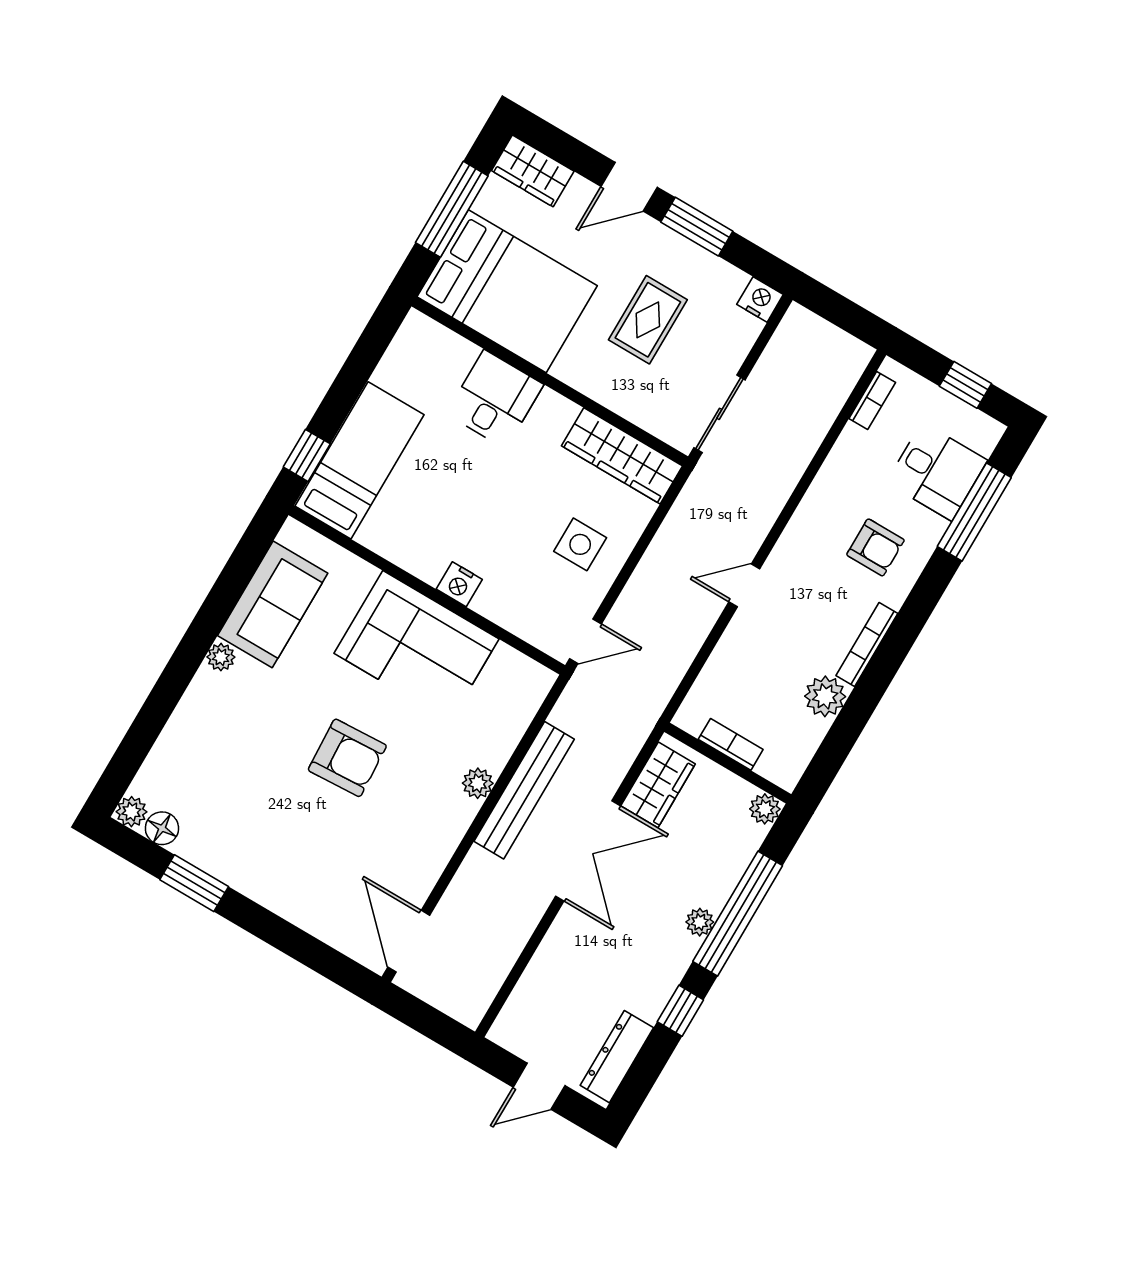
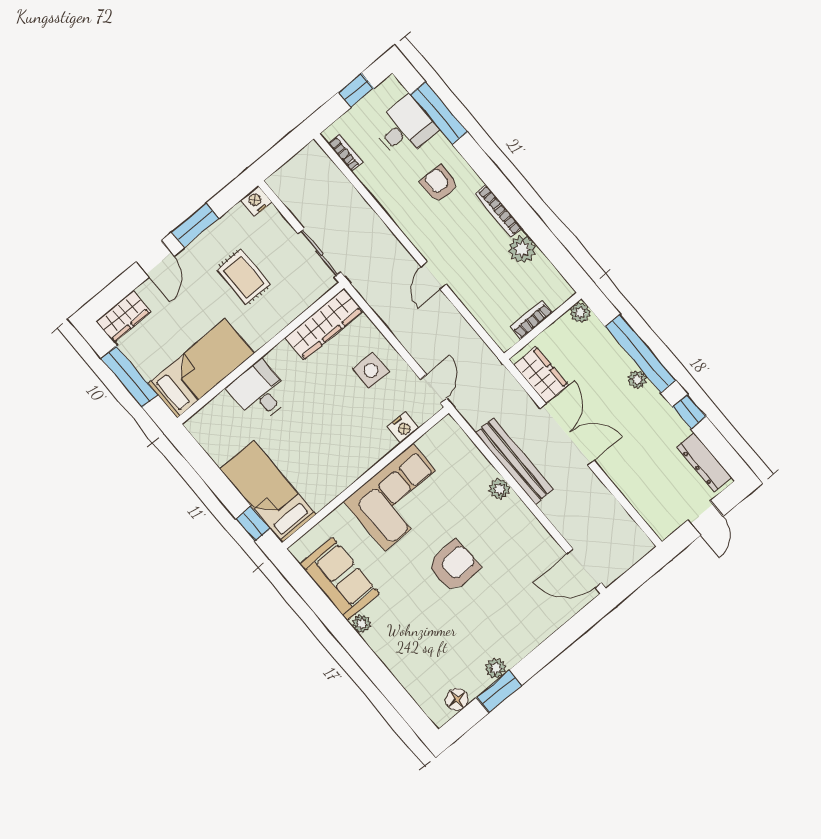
bed: (507, 291) -> (201, 369), width x0.67
armchair: (875, 547) -> (439, 184), turned -90
nightstand: (459, 584) -> (403, 427), moved
plant: (131, 812) -> (496, 668), moved

